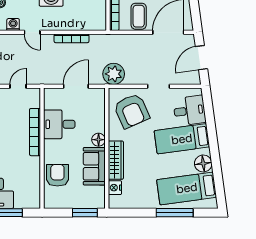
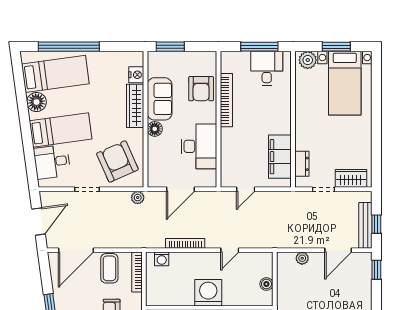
washing machine: (13, 25) -> (162, 259), moved
door: (32, 32) -> (230, 250), swing flipped
plant: (114, 74) -> (138, 198), width x0.53, depth x0.53
desk: (59, 124) -> (199, 146), width x1.37
bookcase: (35, 132) -> (226, 100), moved
window: (175, 213) -> (69, 47), width x1.46

